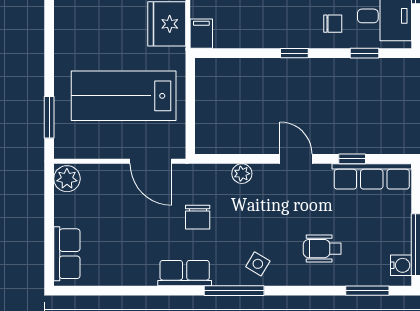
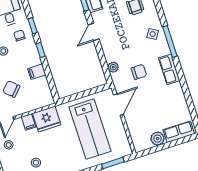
filing cabinet: (201, 34) -> (37, 72), moved
window: (364, 53) -> (33, 26), moved
plant: (242, 174) -> (113, 67), moved
plant: (67, 179) -> (158, 139), moved

